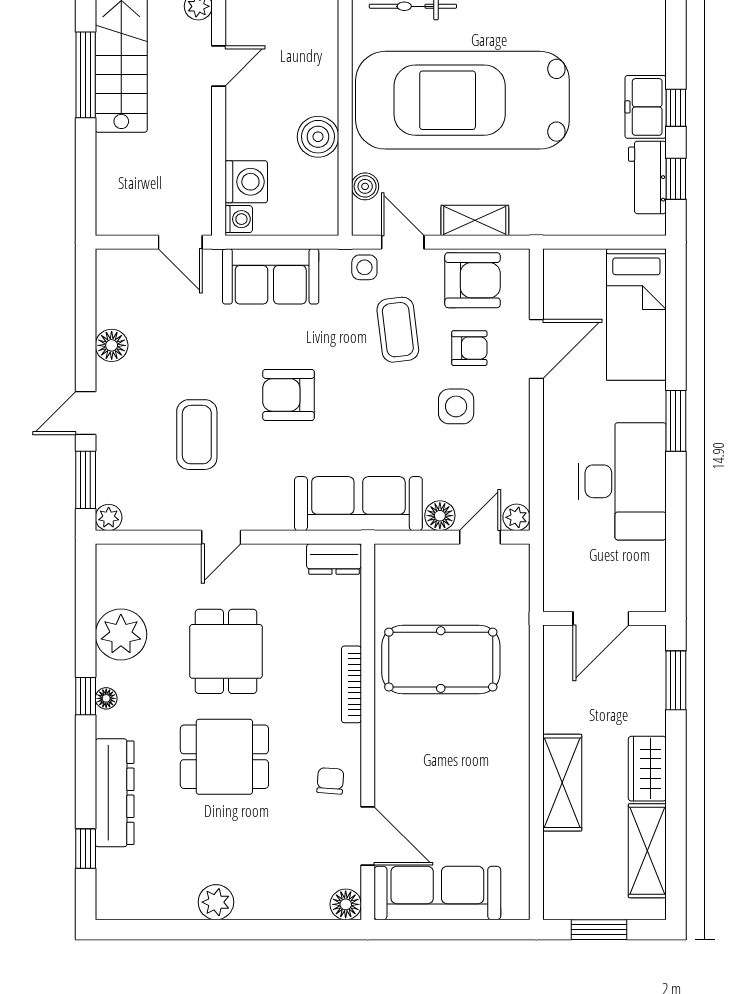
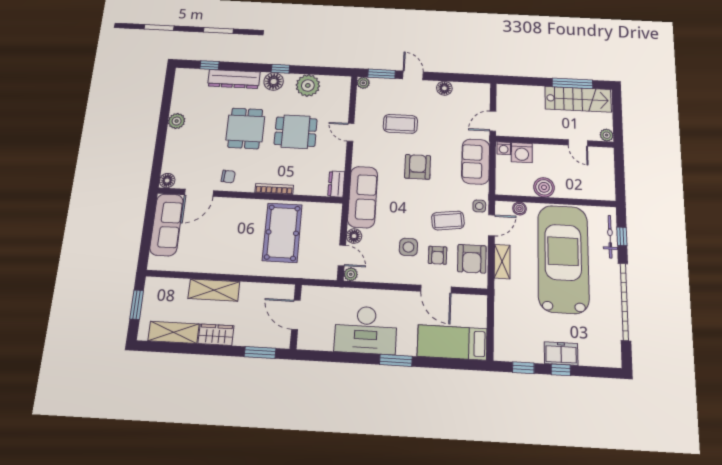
workbench: (647, 177) -> (524, 352), removed
floor lamp: (106, 698) -> (274, 81), width x1.89, depth x1.89

